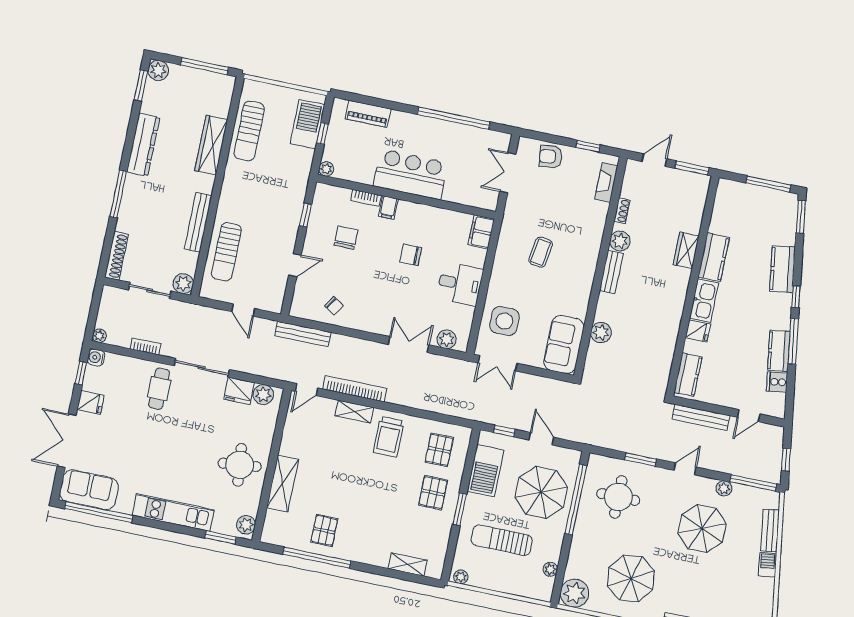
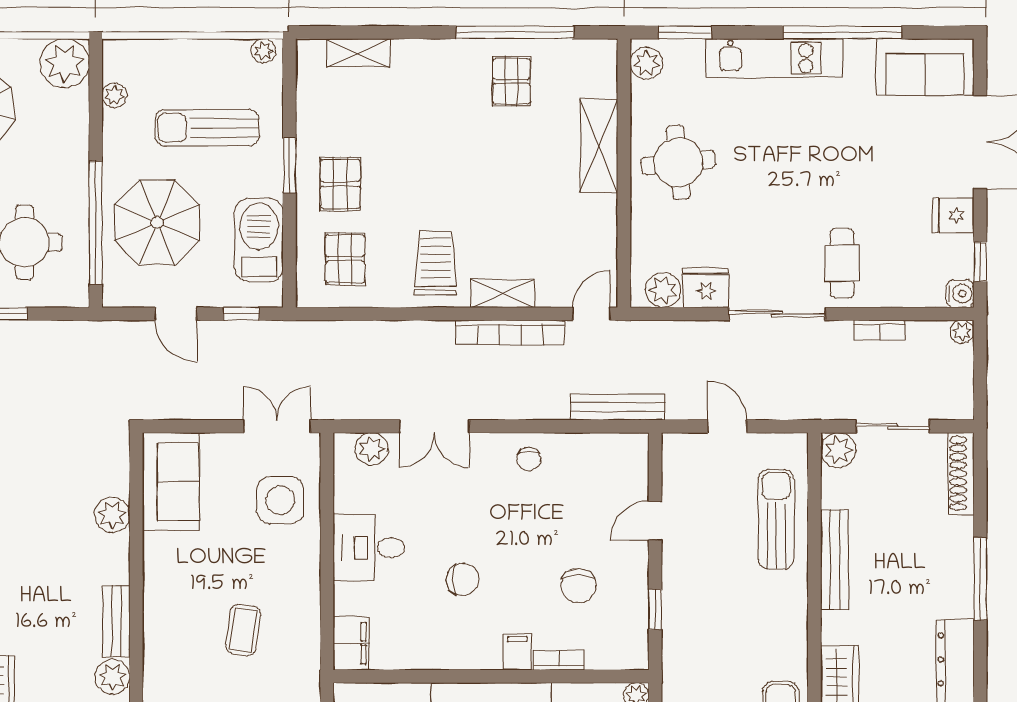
chair: (334, 306) -> (529, 459), moved, turned -123
window: (99, 512) -> (843, 32), moved
sun lounger: (502, 540) -> (207, 128), turned 180

